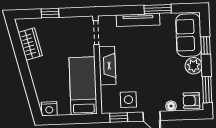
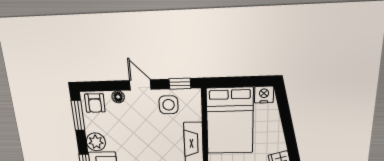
bed: (83, 86) -> (230, 121), width x1.50
armchair: (191, 101) -> (95, 103), turned 90

